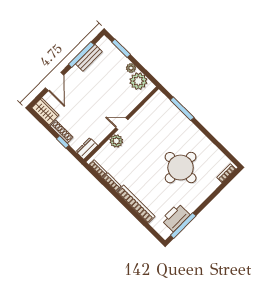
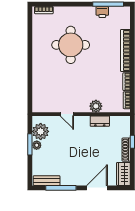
window: (121, 48) -> (30, 144), moved
bench: (89, 58) -> (47, 181), moved
window: (182, 109) -> (30, 83), removed
door: (122, 124) -> (67, 114), moved
dresser: (87, 148) -> (100, 121), moved
printer: (176, 217) -> (102, 12), width x0.53, depth x0.68

